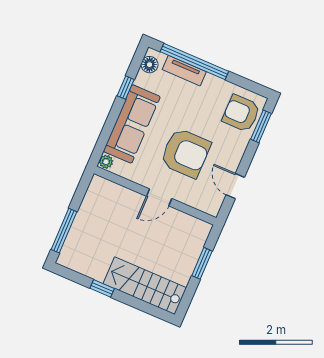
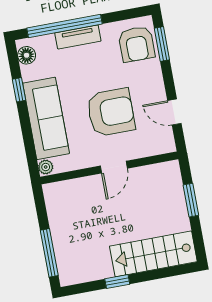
tv unit: (184, 71) -> (78, 37), moved
armchair: (241, 113) -> (137, 44), turned -90

